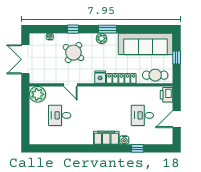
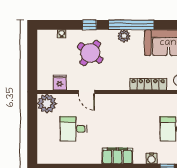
window: (108, 29) -> (131, 25), width x2.11
double door: (25, 59) -> (32, 61), removed
fridge: (100, 77) -> (60, 83), moved
filing cabinet: (106, 138) -> (117, 156), moved

